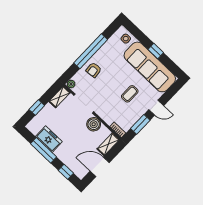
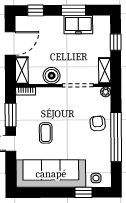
window: (156, 51) -> (83, 192), moved
window: (43, 150) -> (73, 10), width x0.69

